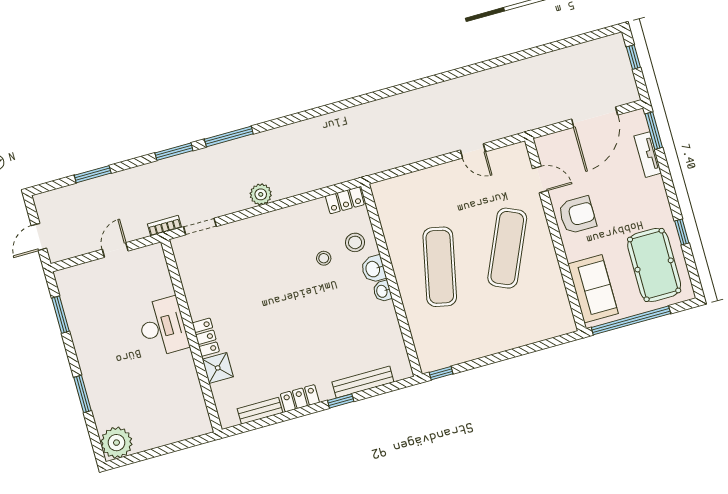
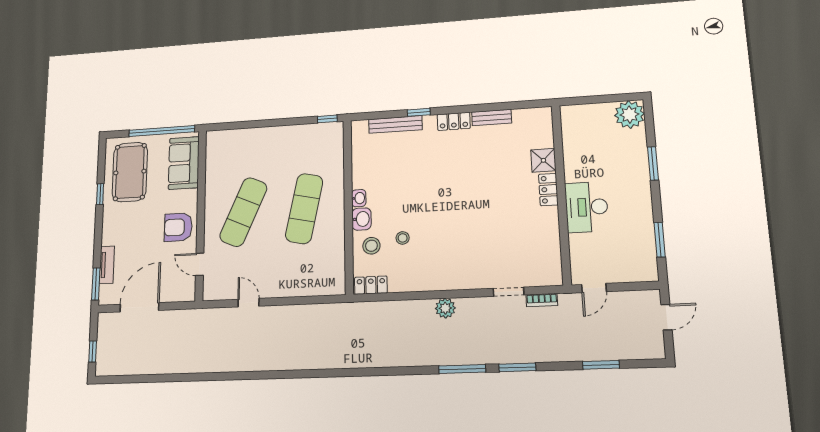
desk: (163, 327) -> (587, 207), moved
wall: (191, 336) -> (561, 194), moved
locker: (206, 337) -> (548, 190), moved
shower: (218, 368) -> (543, 160), moved

